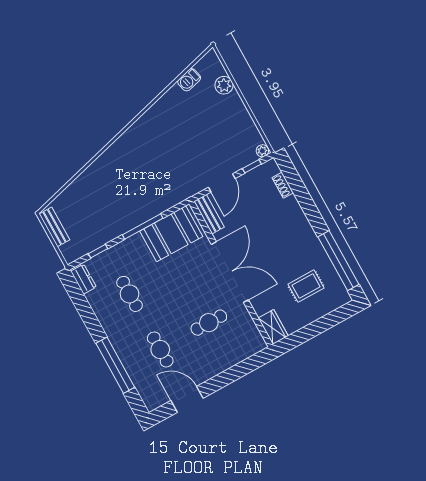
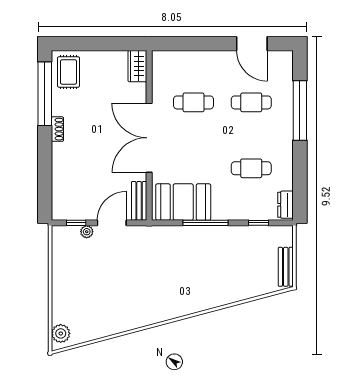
barbecue: (189, 80) -> (90, 333), removed
plant: (224, 85) -> (61, 333), moved
plant: (262, 151) -> (87, 232), moved
shoe rack: (283, 185) -> (57, 129), moved
rug: (306, 286) -> (69, 72), moved, turned 90
cafe table: (130, 294) -> (251, 168), turned 90
cafe table: (160, 349) -> (251, 102), turned 90

